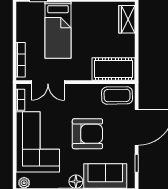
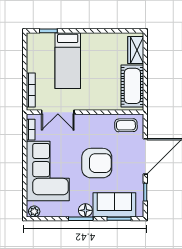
cot: (114, 69) -> (132, 86), moved, turned 90
coffee table: (117, 95) -> (126, 125), width x0.73, depth x0.77

